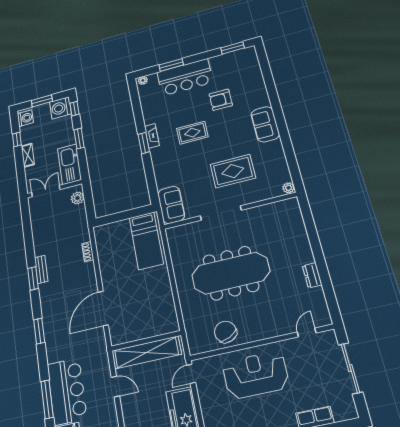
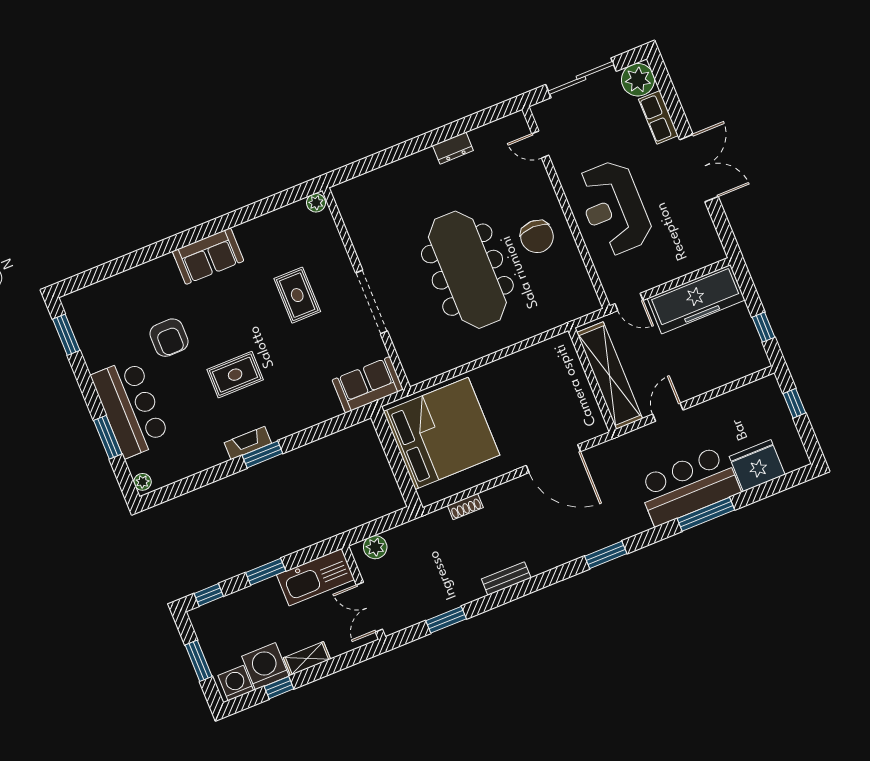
washing machine: (60, 108) -> (265, 666), moved, turned 180
rug: (192, 133) -> (235, 375), turned 90
rug: (233, 171) -> (297, 295), width x0.73, depth x0.70
bed: (146, 241) -> (442, 433), width x2.04
window: (33, 278) -> (446, 620), moved
chair: (225, 332) -> (537, 237), moved, turned -65
plant: (344, 408) -> (638, 80), added

